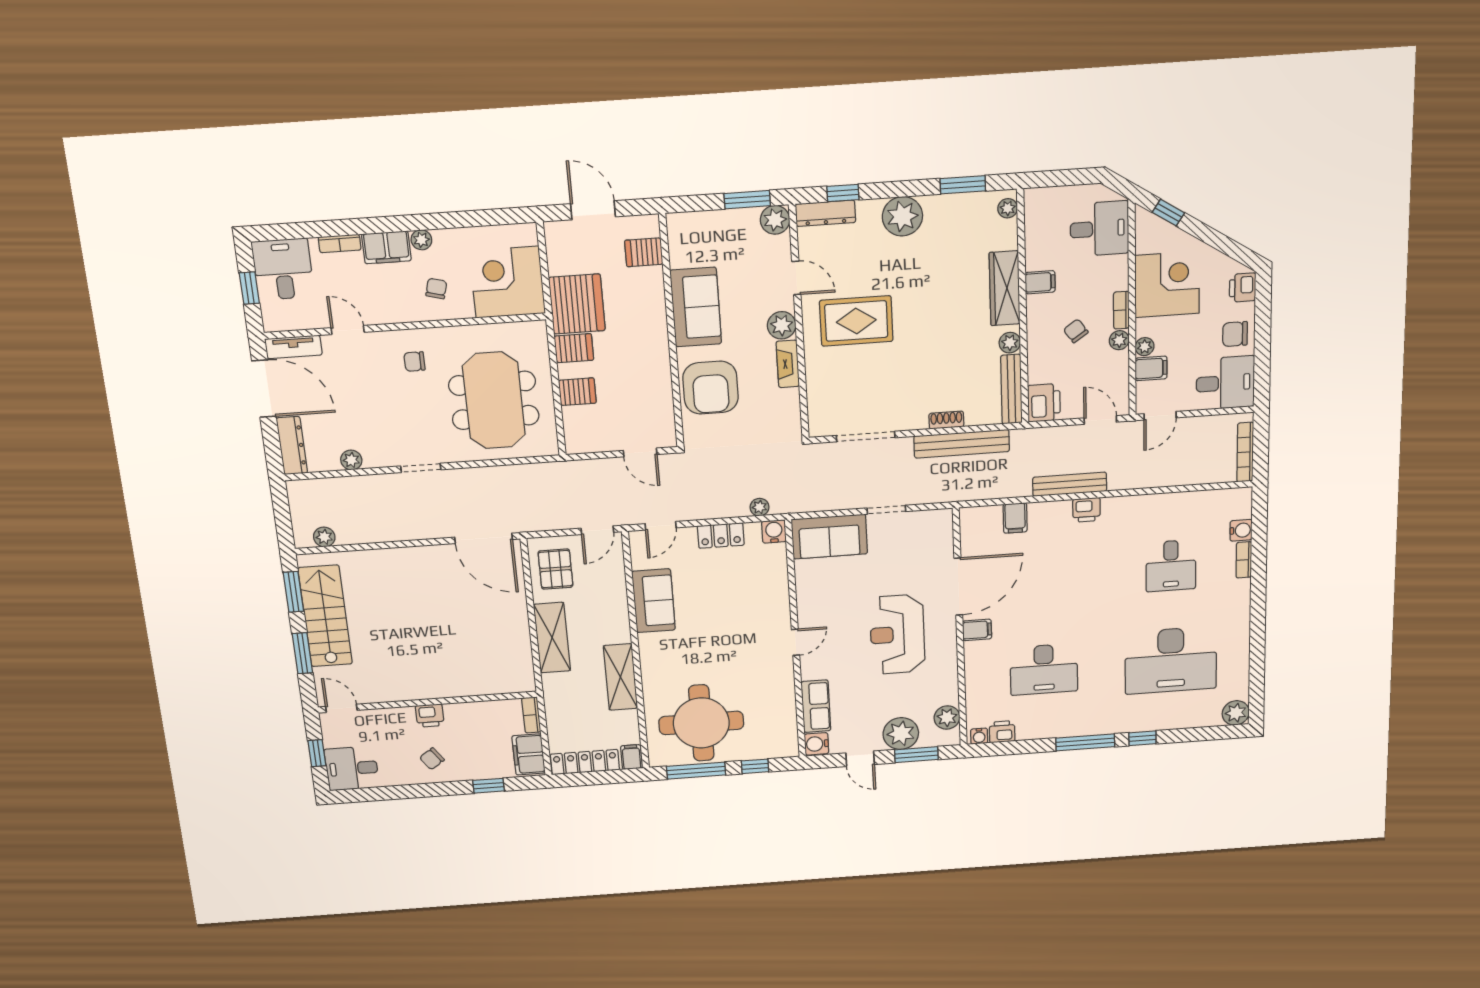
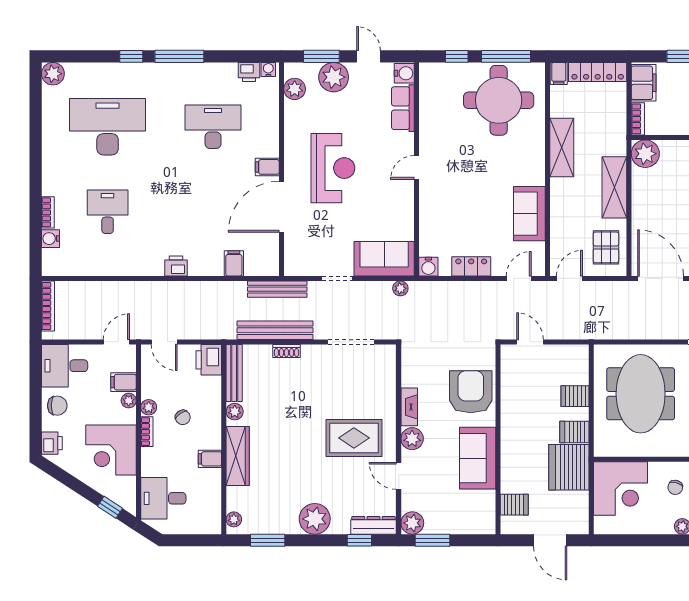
bench: (1070, 484) -> (277, 289), moved
plant: (759, 507) -> (400, 288), moved
plant: (518, 678) -> (645, 154), added

